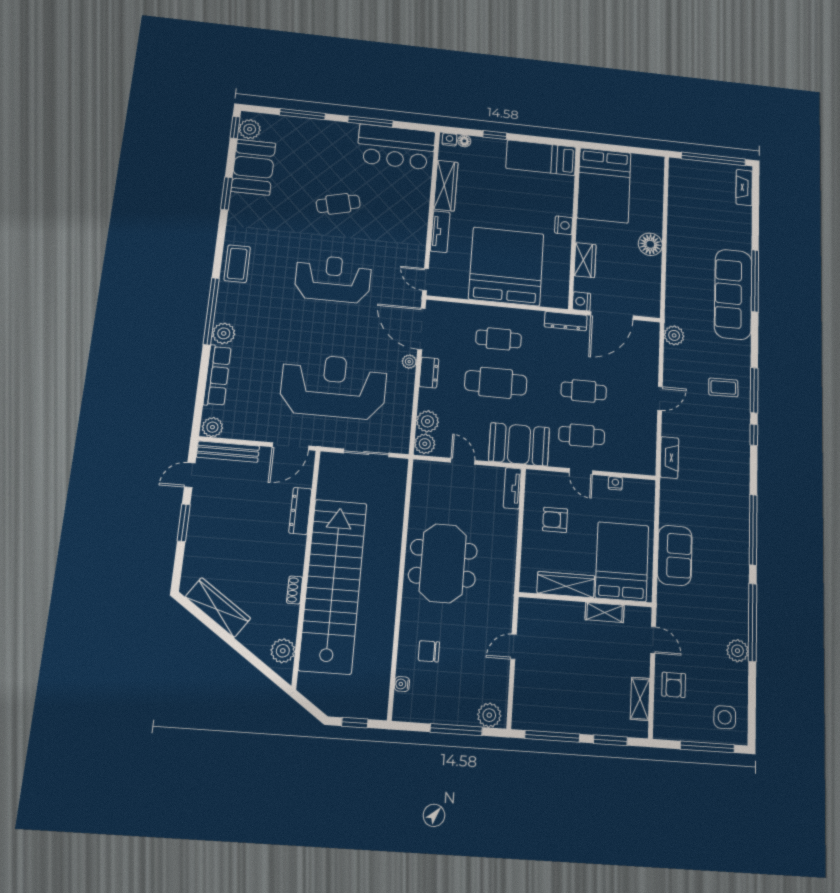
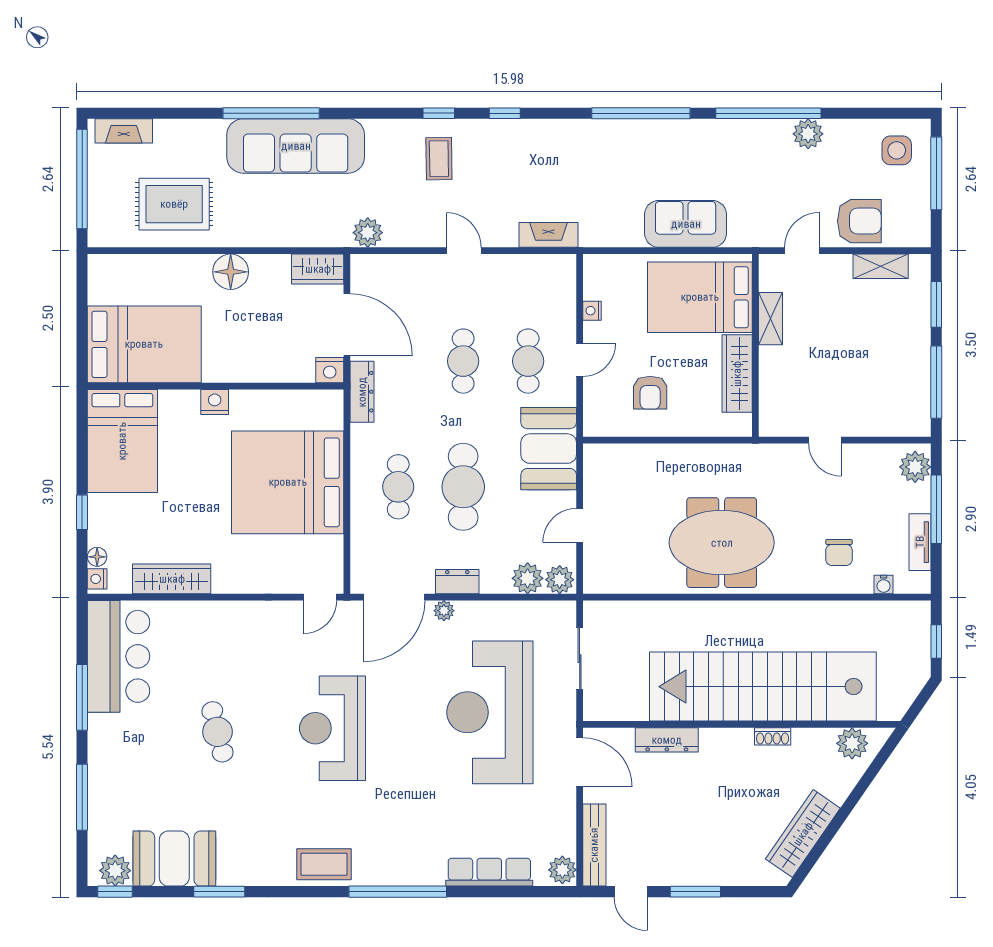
bed: (541, 158) -> (122, 441), width x1.50
rug: (696, 213) -> (174, 204), added
tv unit: (440, 232) -> (244, 582), removed
wardrobe: (585, 260) -> (318, 269), moved, turned 180
plant: (224, 333) -> (428, 871), removed
window: (754, 390) -> (439, 113), width x0.46
tv unit: (512, 488) -> (920, 542), moved, turned 90
armchair: (674, 685) -> (859, 221), width x1.38, depth x1.38

